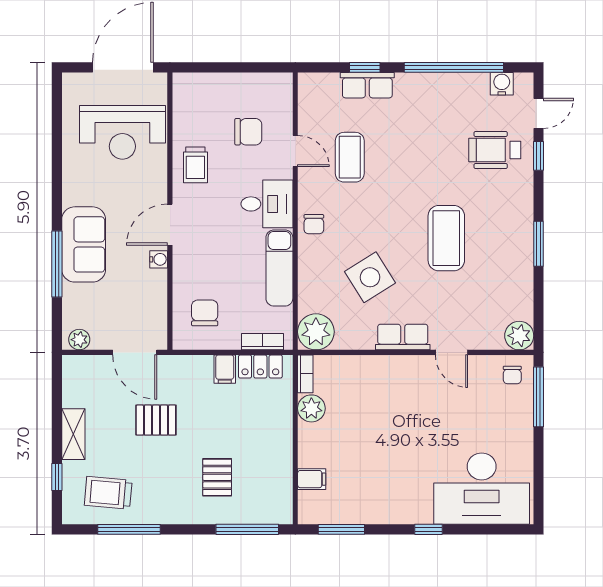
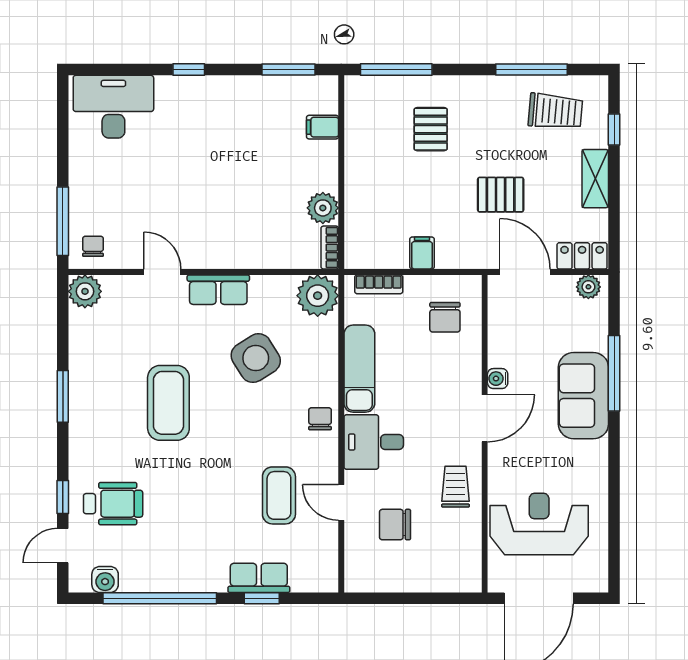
locker: (260, 367) -> (582, 256), moved
desk: (482, 489) -> (113, 107), width x0.73, depth x0.77

